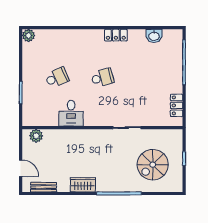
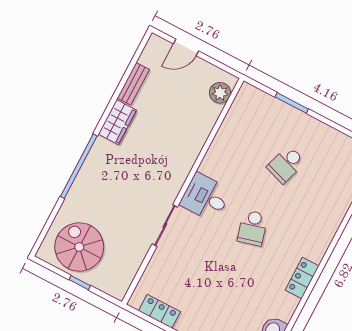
school desk: (57, 78) -> (286, 164), turned 42
desk: (71, 113) -> (205, 197), moved
spiral stairs: (153, 165) -> (79, 247), moved
bench: (44, 187) -> (133, 84), moved

